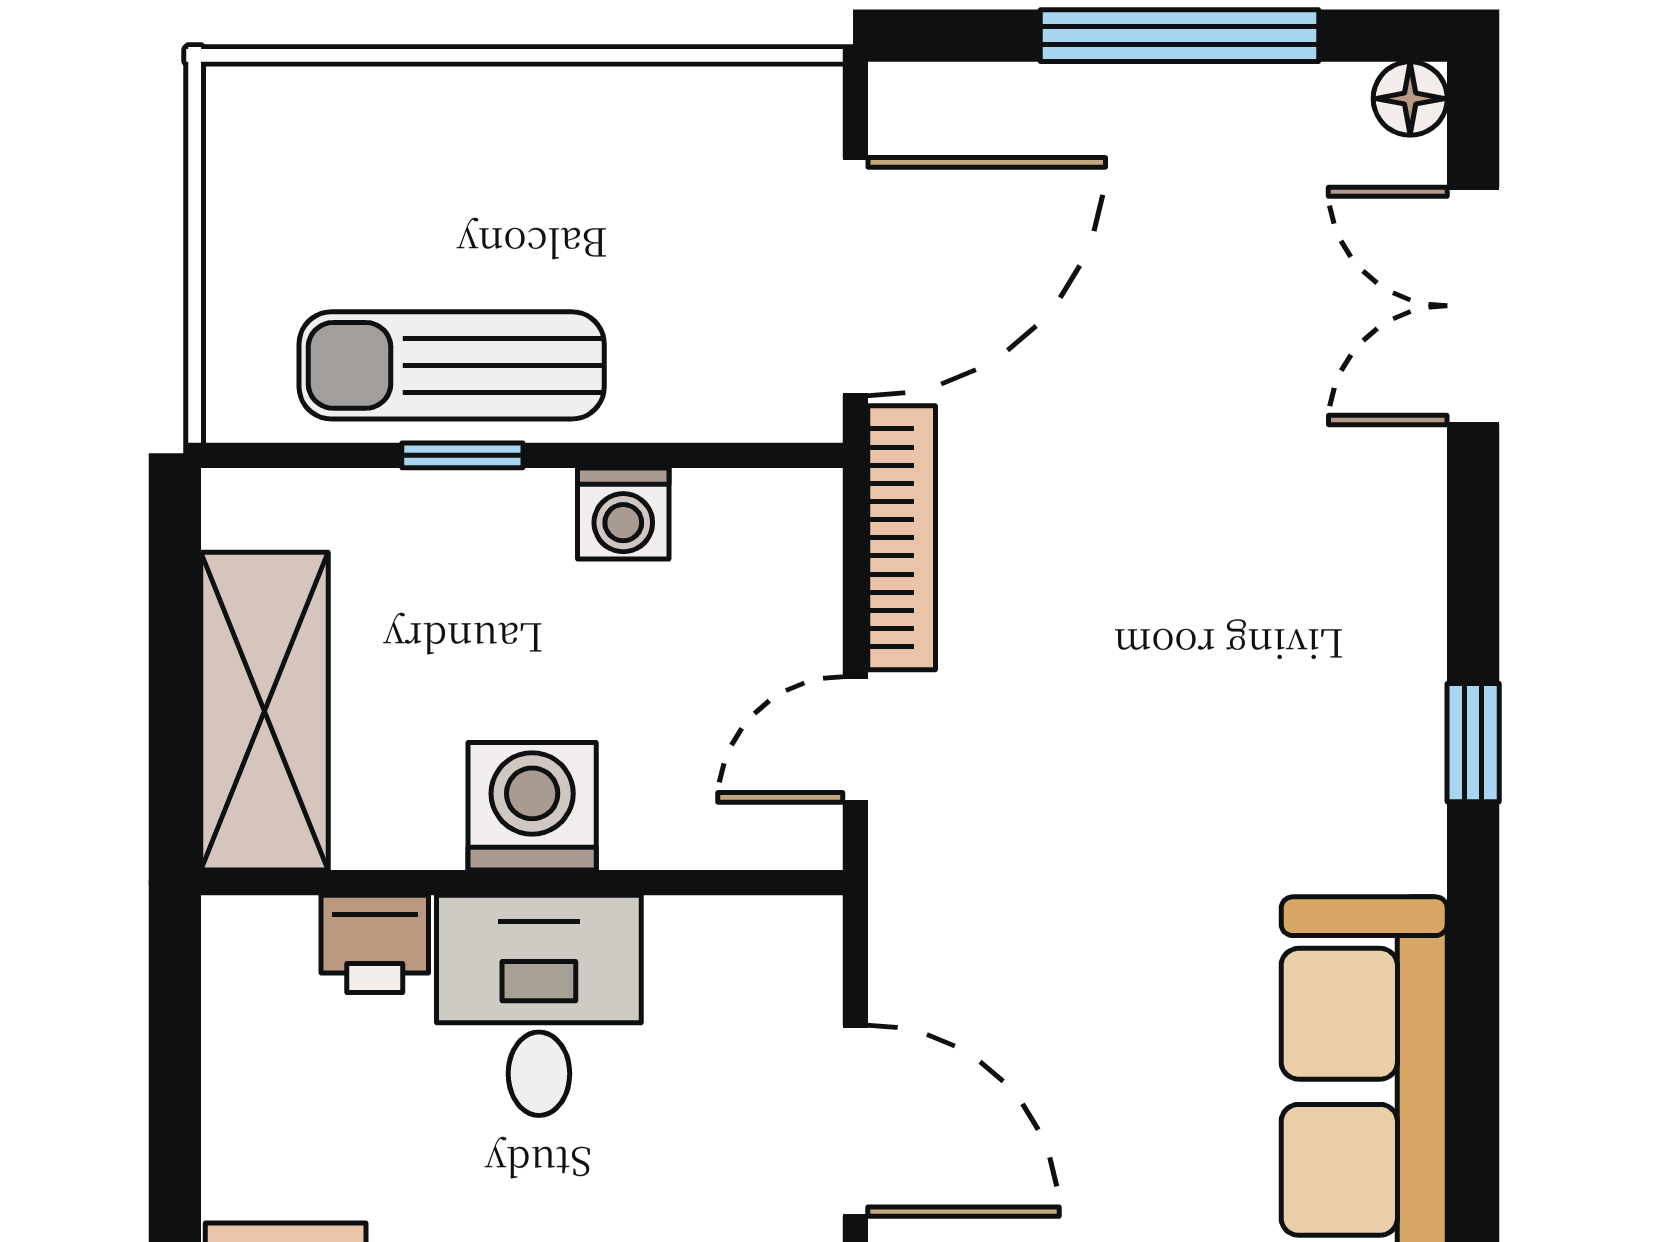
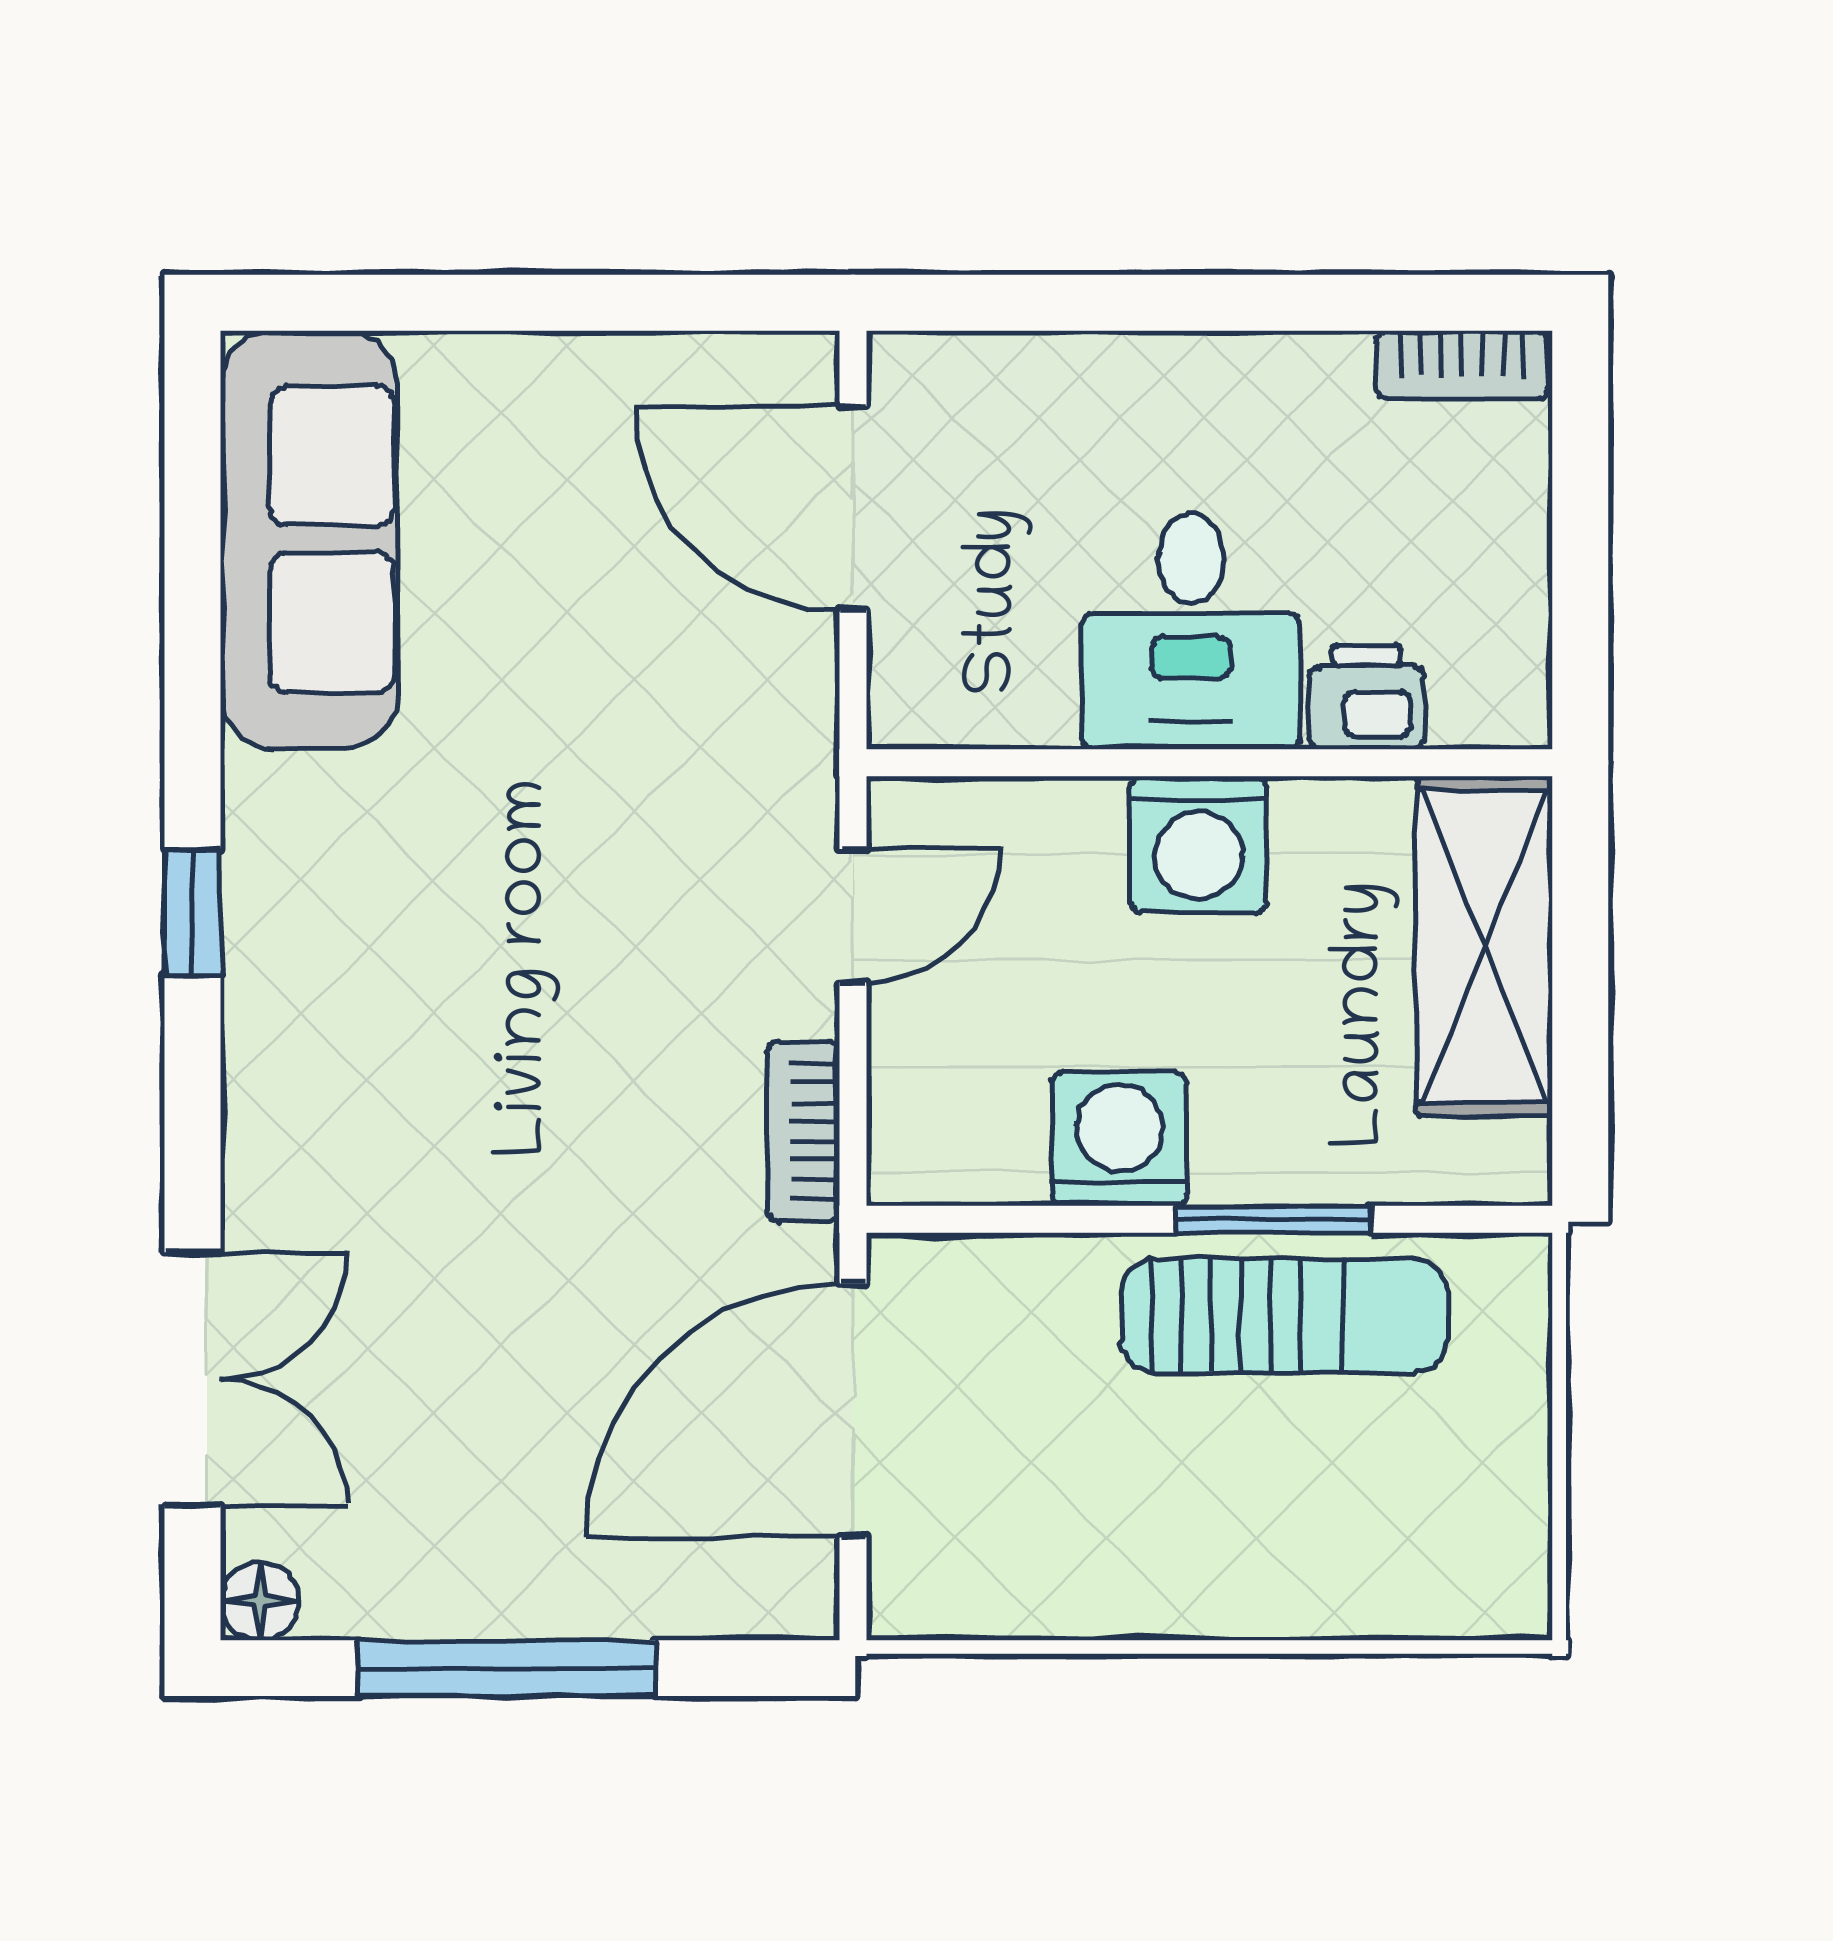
window: (462, 455) -> (1273, 1219), width x1.50
washing machine: (623, 514) -> (1119, 1139), width x1.38, depth x1.38
bookcase: (902, 538) -> (803, 1131), width x0.64

